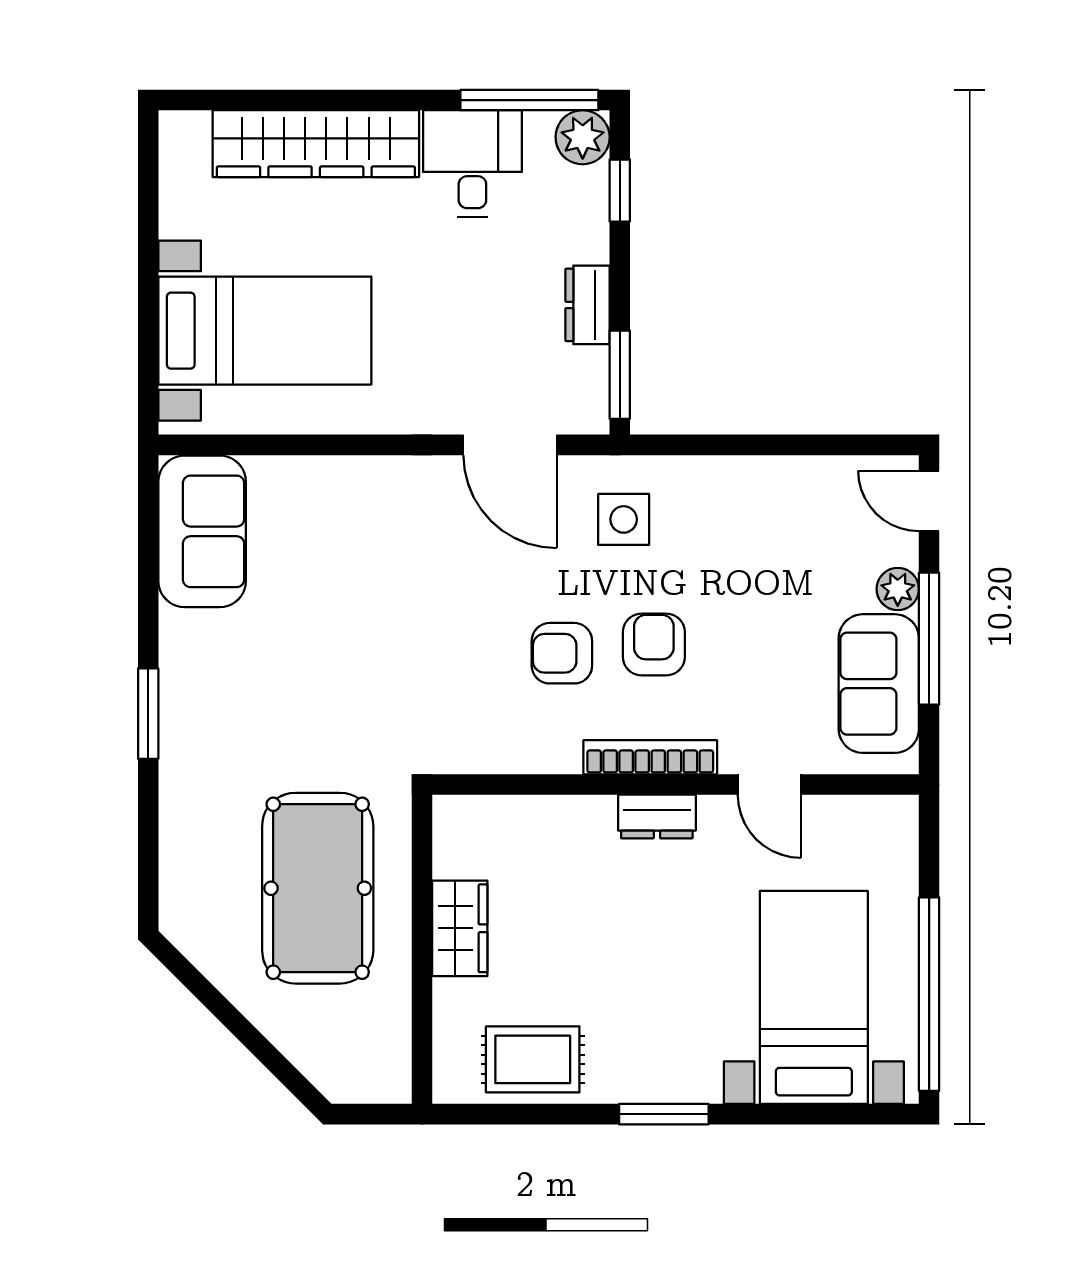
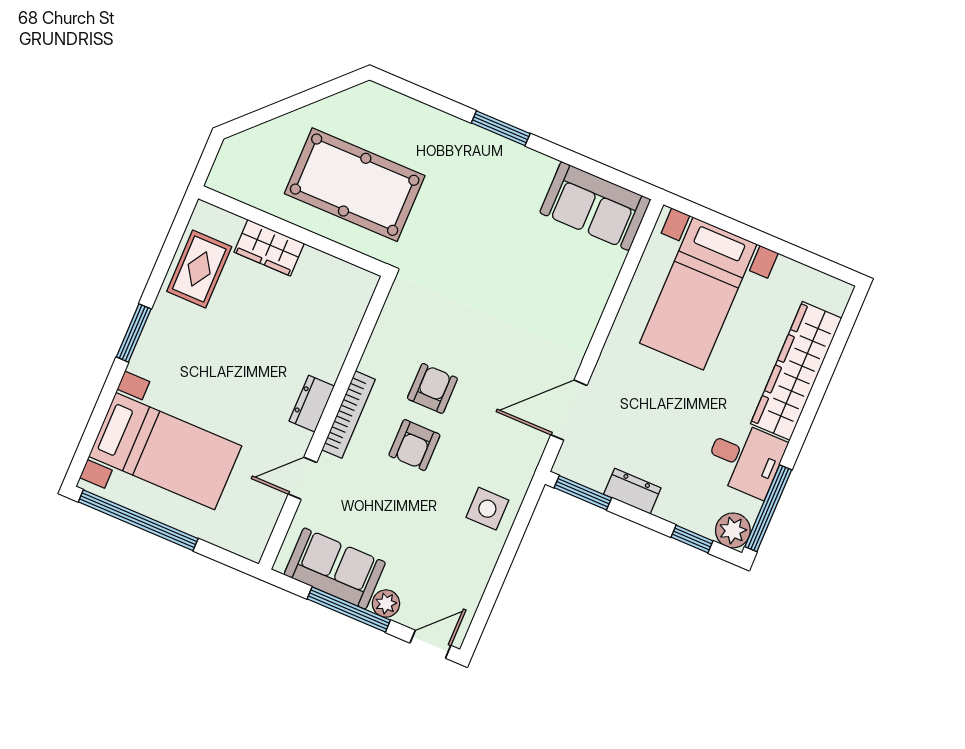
side table: (624, 519) -> (487, 509), moved
armchair: (654, 645) -> (414, 445), turned 90
wardrobe: (460, 928) -> (269, 248), moved

